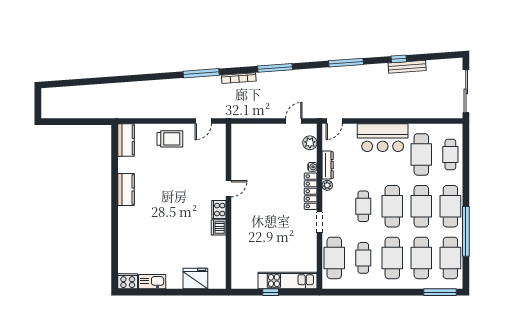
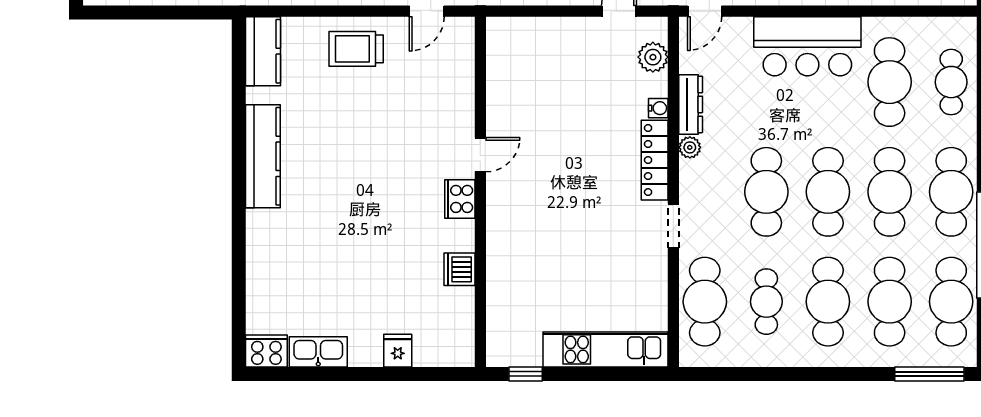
trolley: (170, 139) -> (356, 49), turned 180
kitchen counter: (126, 189) -> (263, 156), width x1.50
cafe table: (363, 206) -> (766, 192), width x1.37, depth x1.35
dishwasher: (219, 227) -> (459, 269), moved
fridge: (195, 278) -> (398, 351), width x0.53, depth x0.75
window: (271, 292) -> (526, 374), moved

